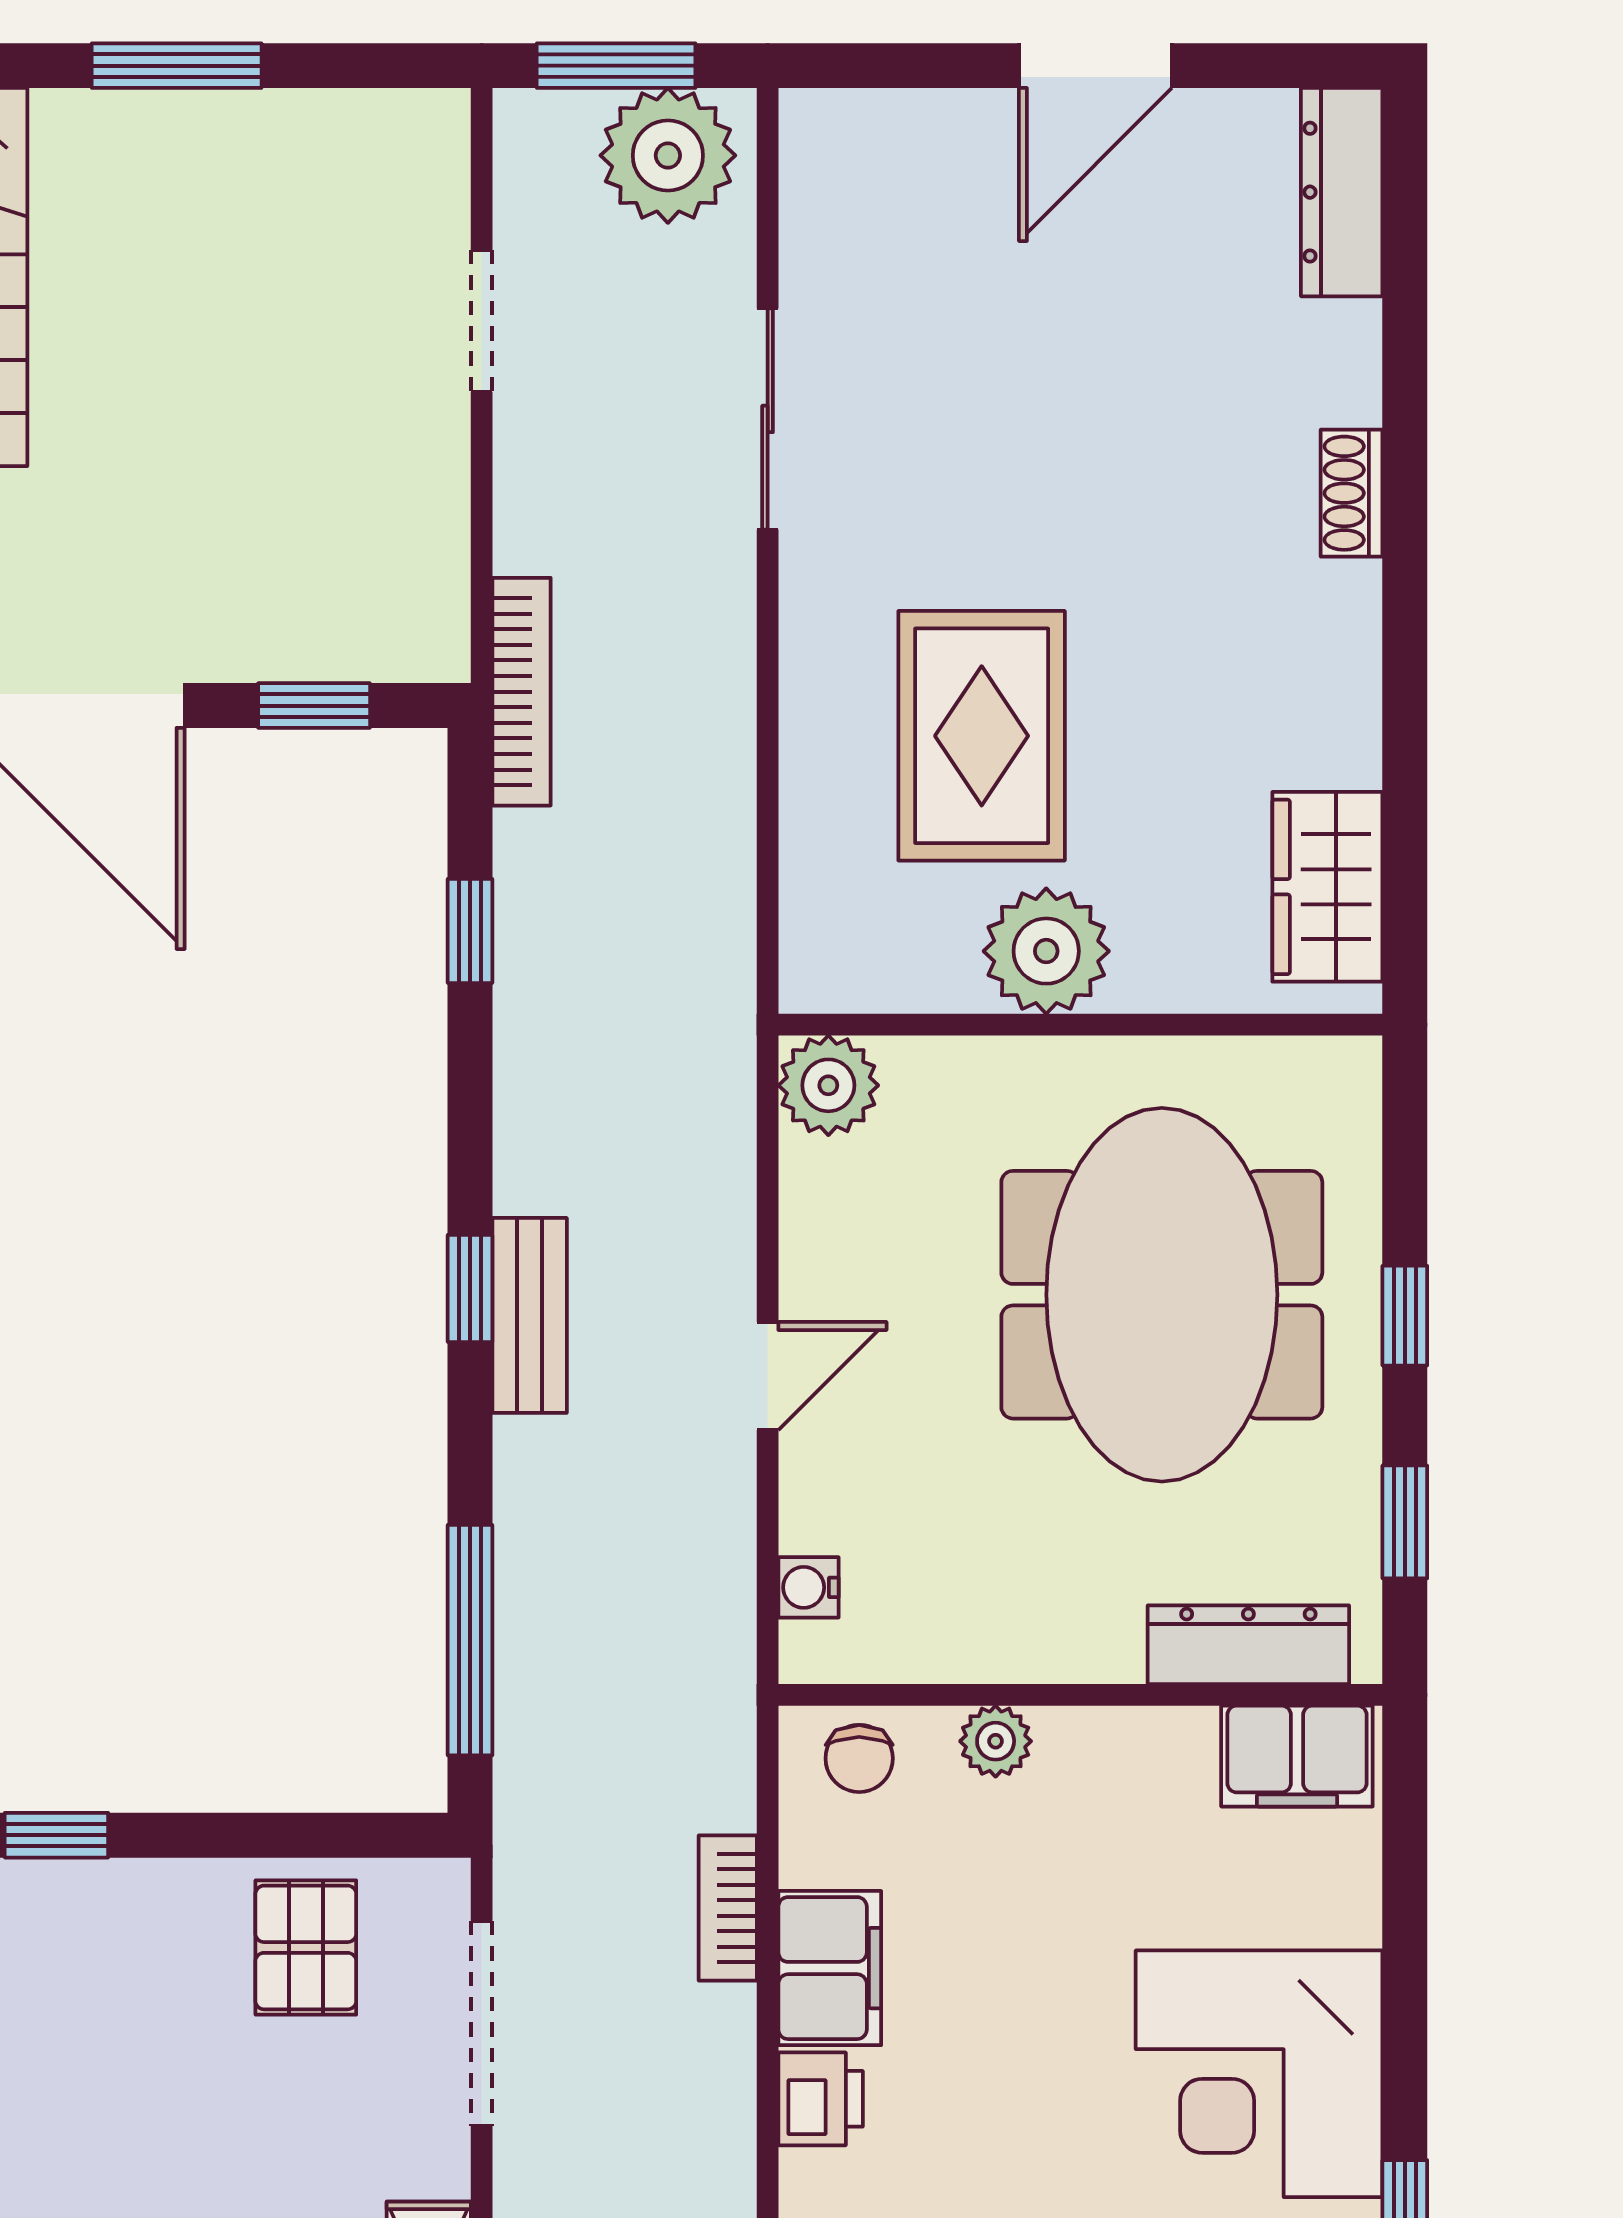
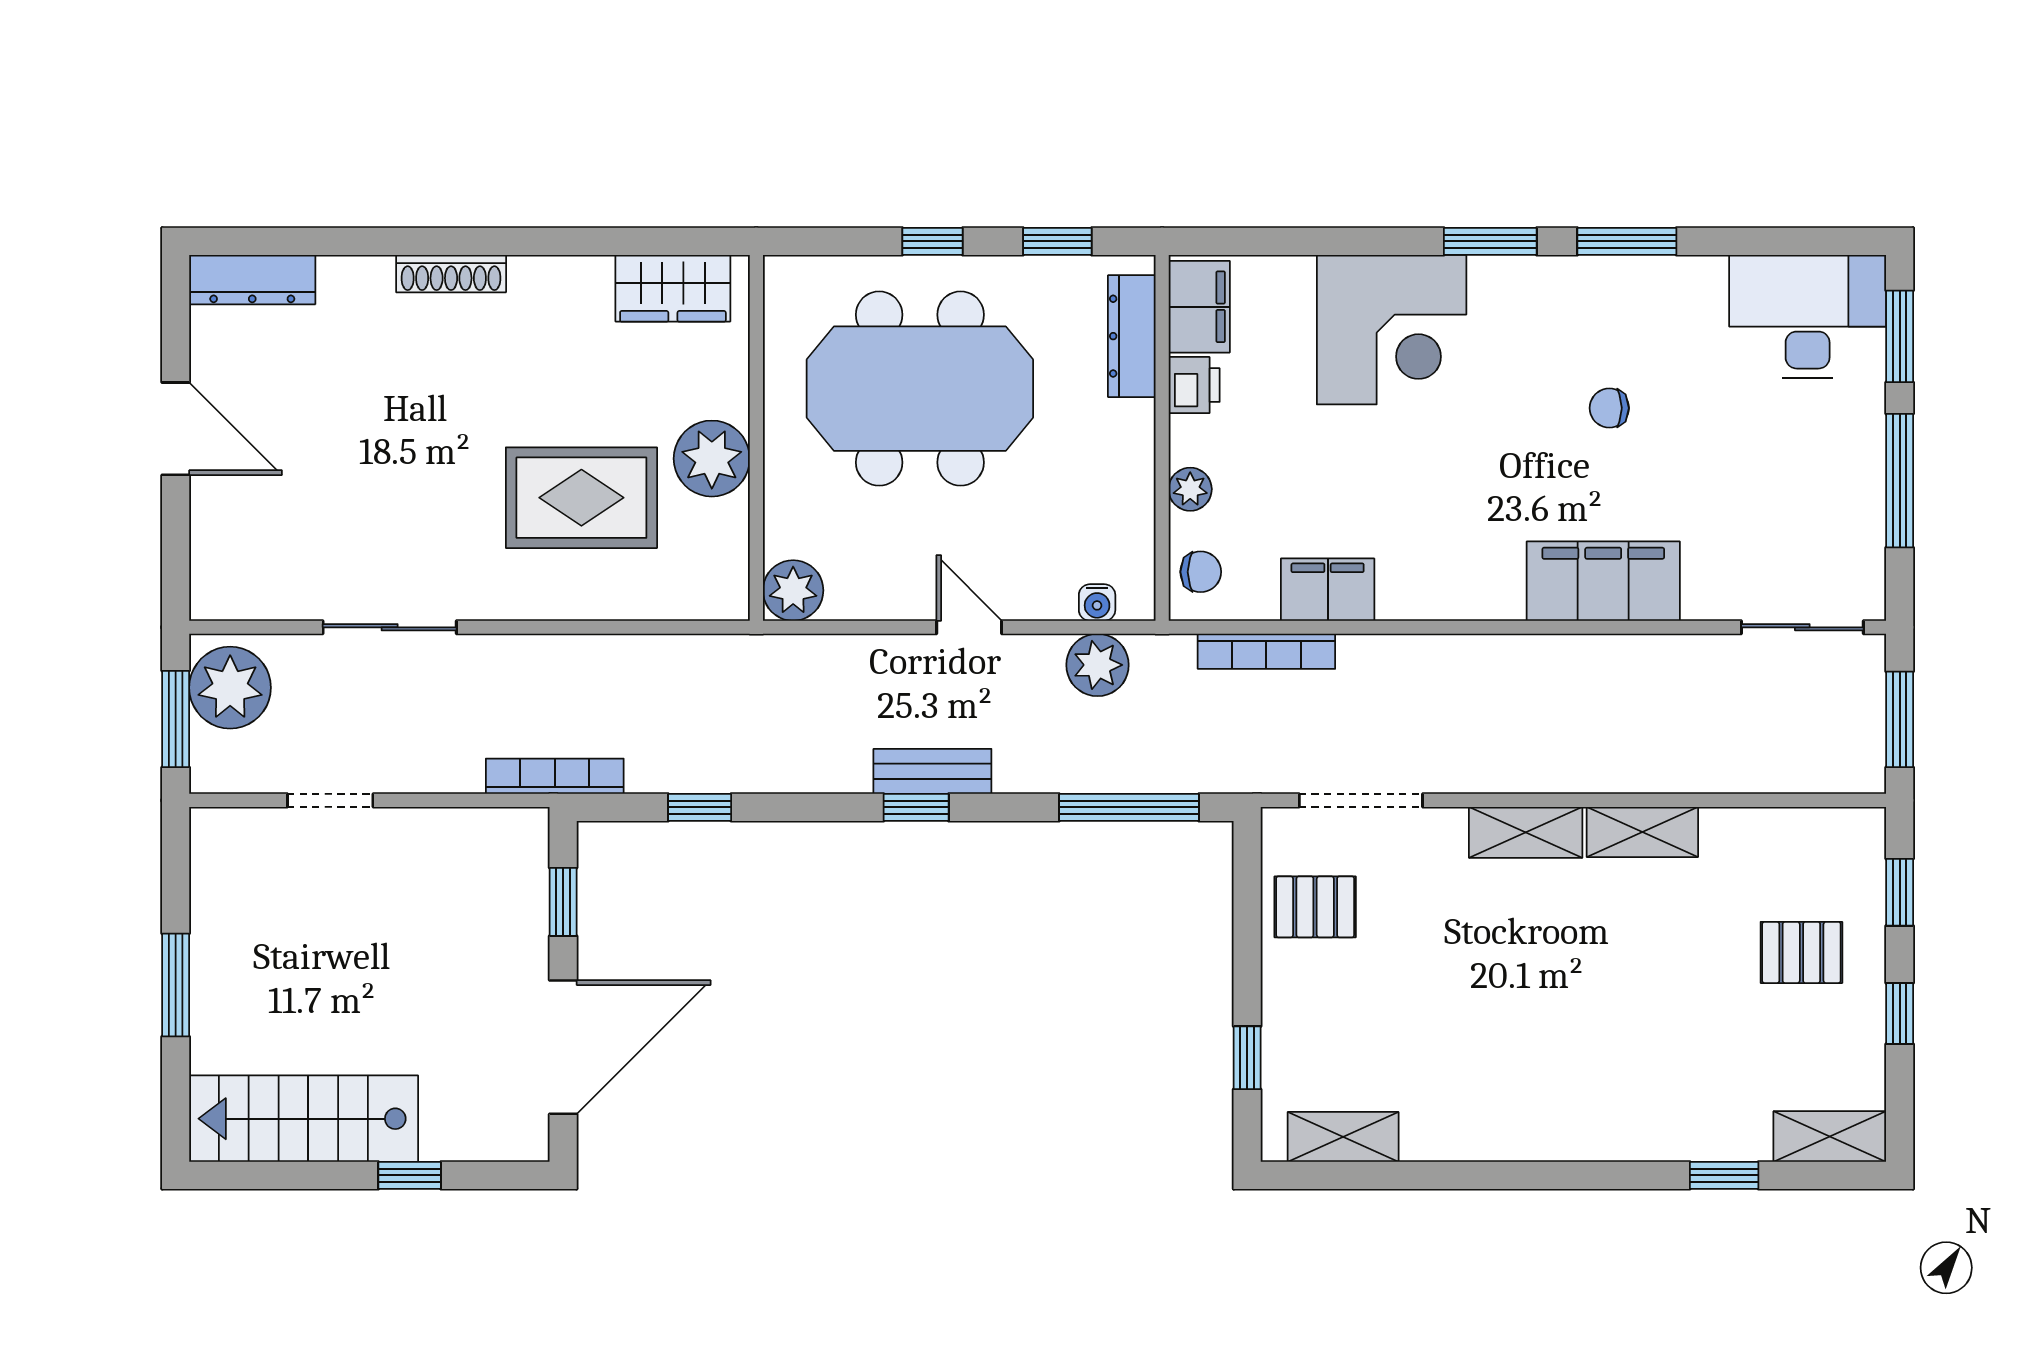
shoe rack: (1352, 493) -> (451, 274), width x1.43
plant: (705, 1588) -> (1098, 665), added
bookcase: (728, 1908) -> (1266, 651), width x1.56
printer: (821, 2099) -> (1194, 385), moved, turned 90

